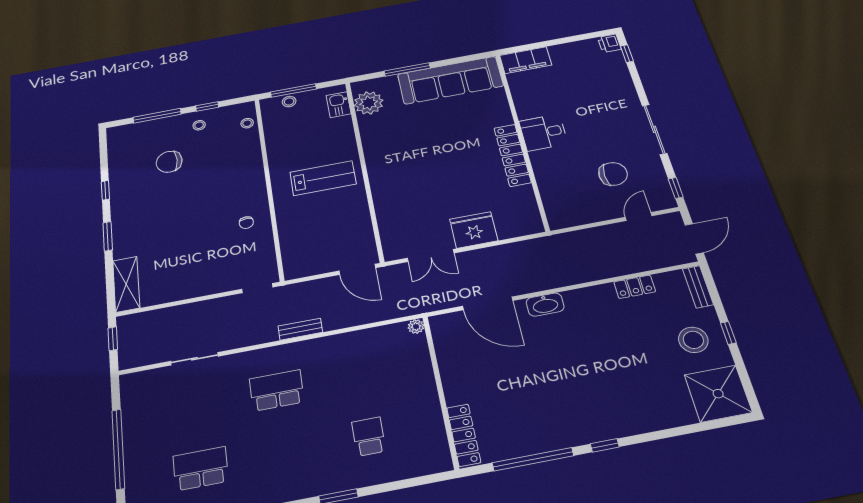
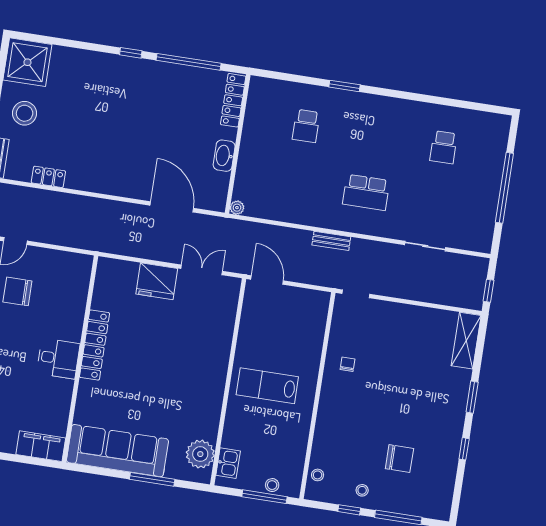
washbasin: (545, 305) -> (224, 156), moved, turned -90
school desk: (201, 469) -> (444, 147), width x0.54

